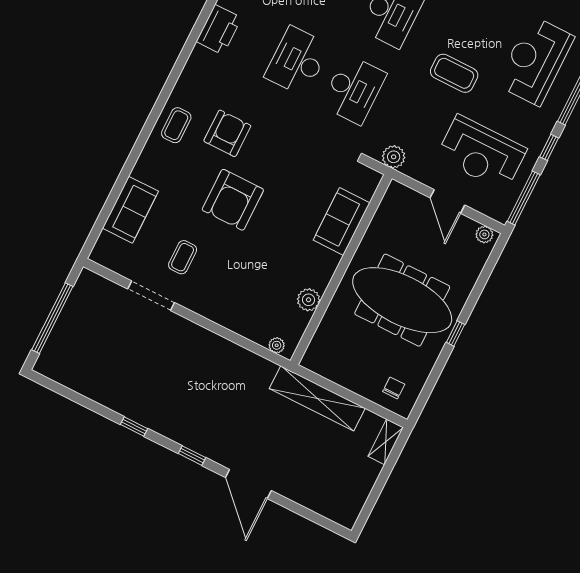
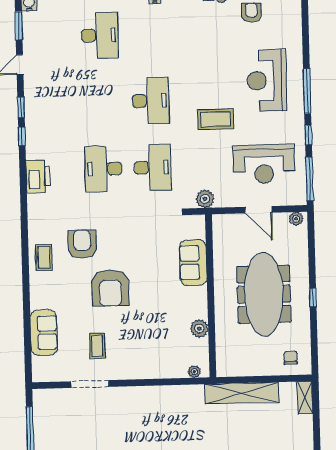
meeting table: (402, 300) -> (264, 294), turned 90

